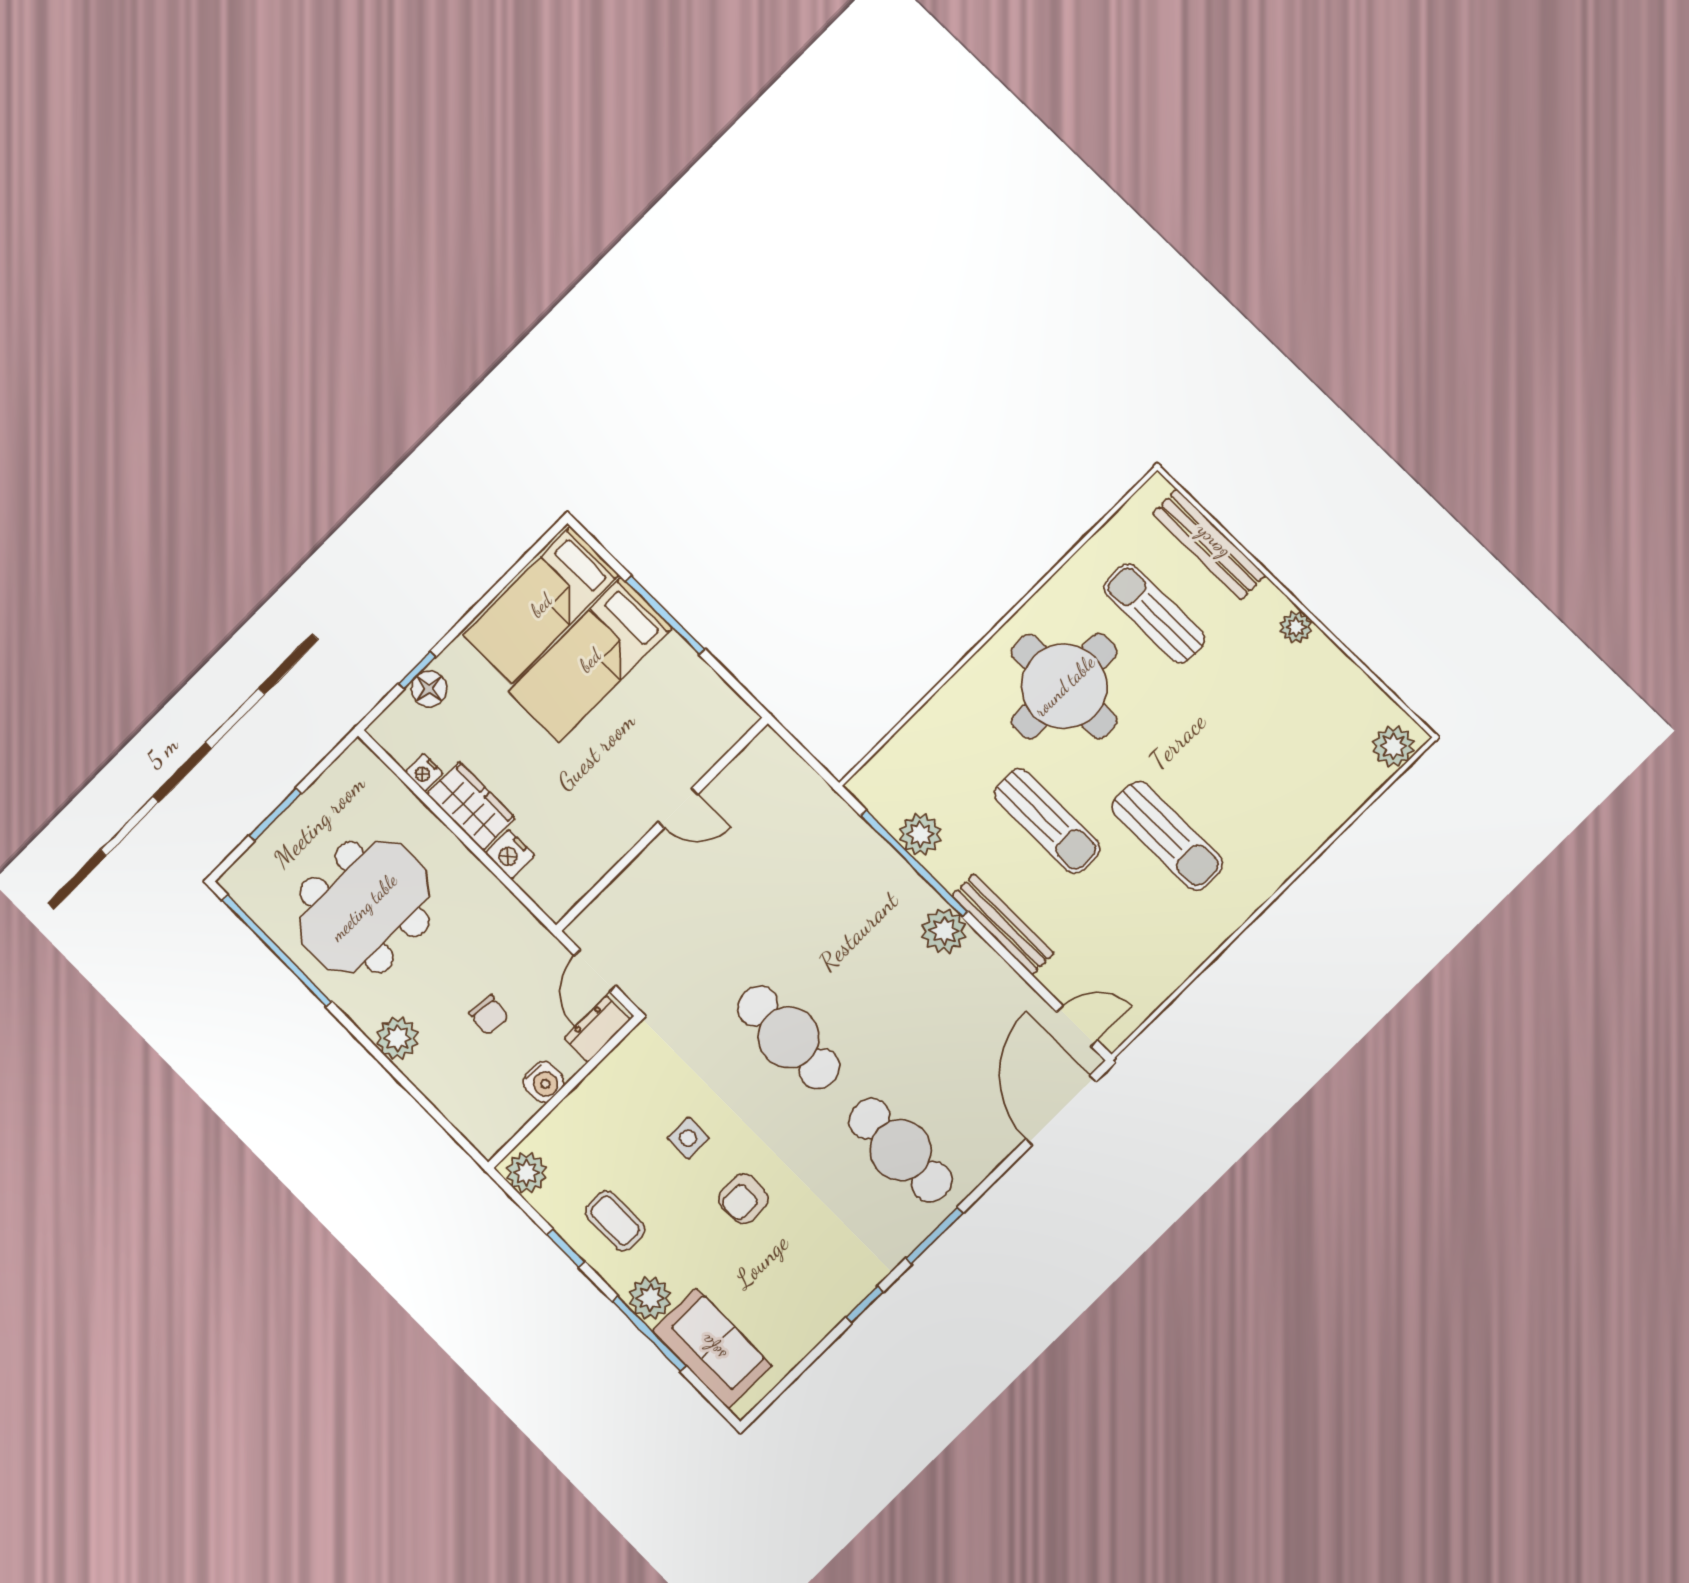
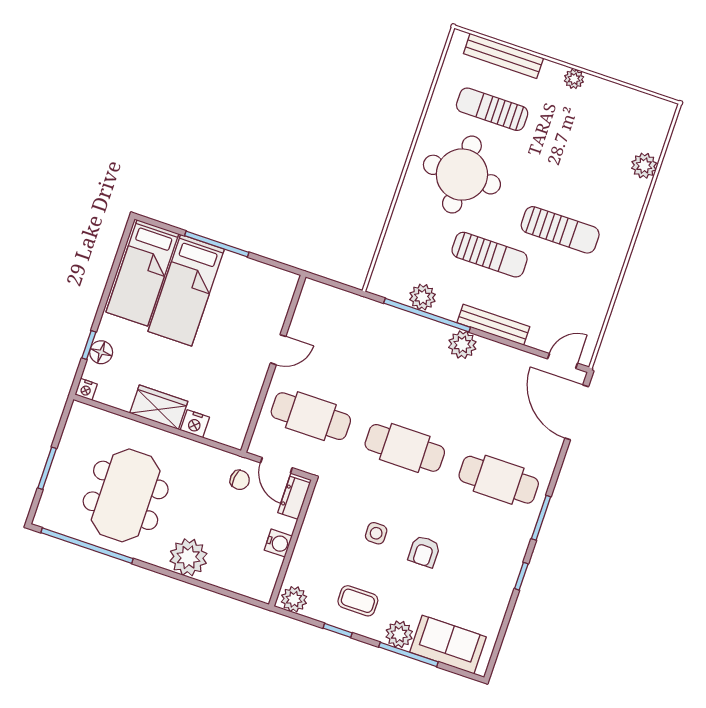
plant: (1393, 746) -> (644, 166), moved
nightstand: (424, 772) -> (86, 389), moved
cafe table: (678, 925) -> (311, 416), added
chair: (489, 1015) -> (240, 480), moved
plant: (397, 1038) -> (188, 557), width x1.36, depth x1.36

